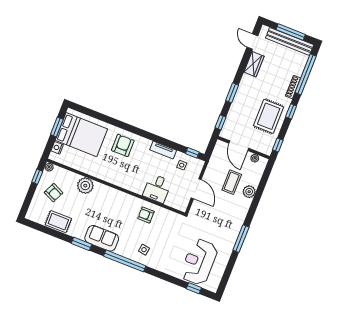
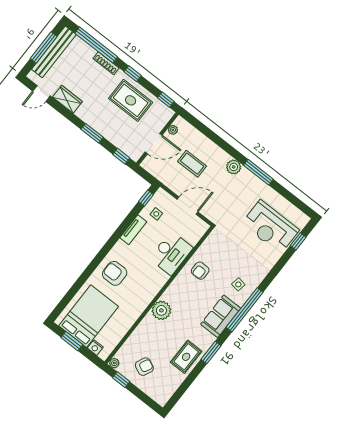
plant: (85, 186) -> (161, 310), moved
desk: (157, 188) -> (171, 253), width x1.37
plant: (249, 192) -> (234, 167), moved
rug: (58, 222) -> (186, 357), moved
sofa: (102, 238) -> (221, 316), moved

